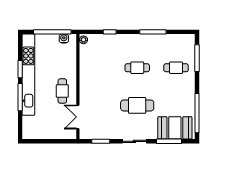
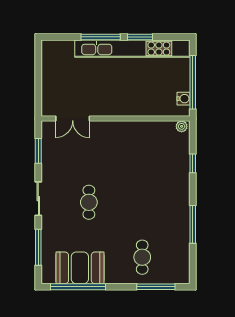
cafe table: (137, 68) -> (142, 202), removed
cafe table: (62, 91) -> (109, 97), removed
cafe table: (137, 105) -> (89, 202), width x0.73, depth x0.74
double door: (78, 117) -> (73, 119), swing flipped
booth: (175, 128) -> (80, 268), moved, turned 90

